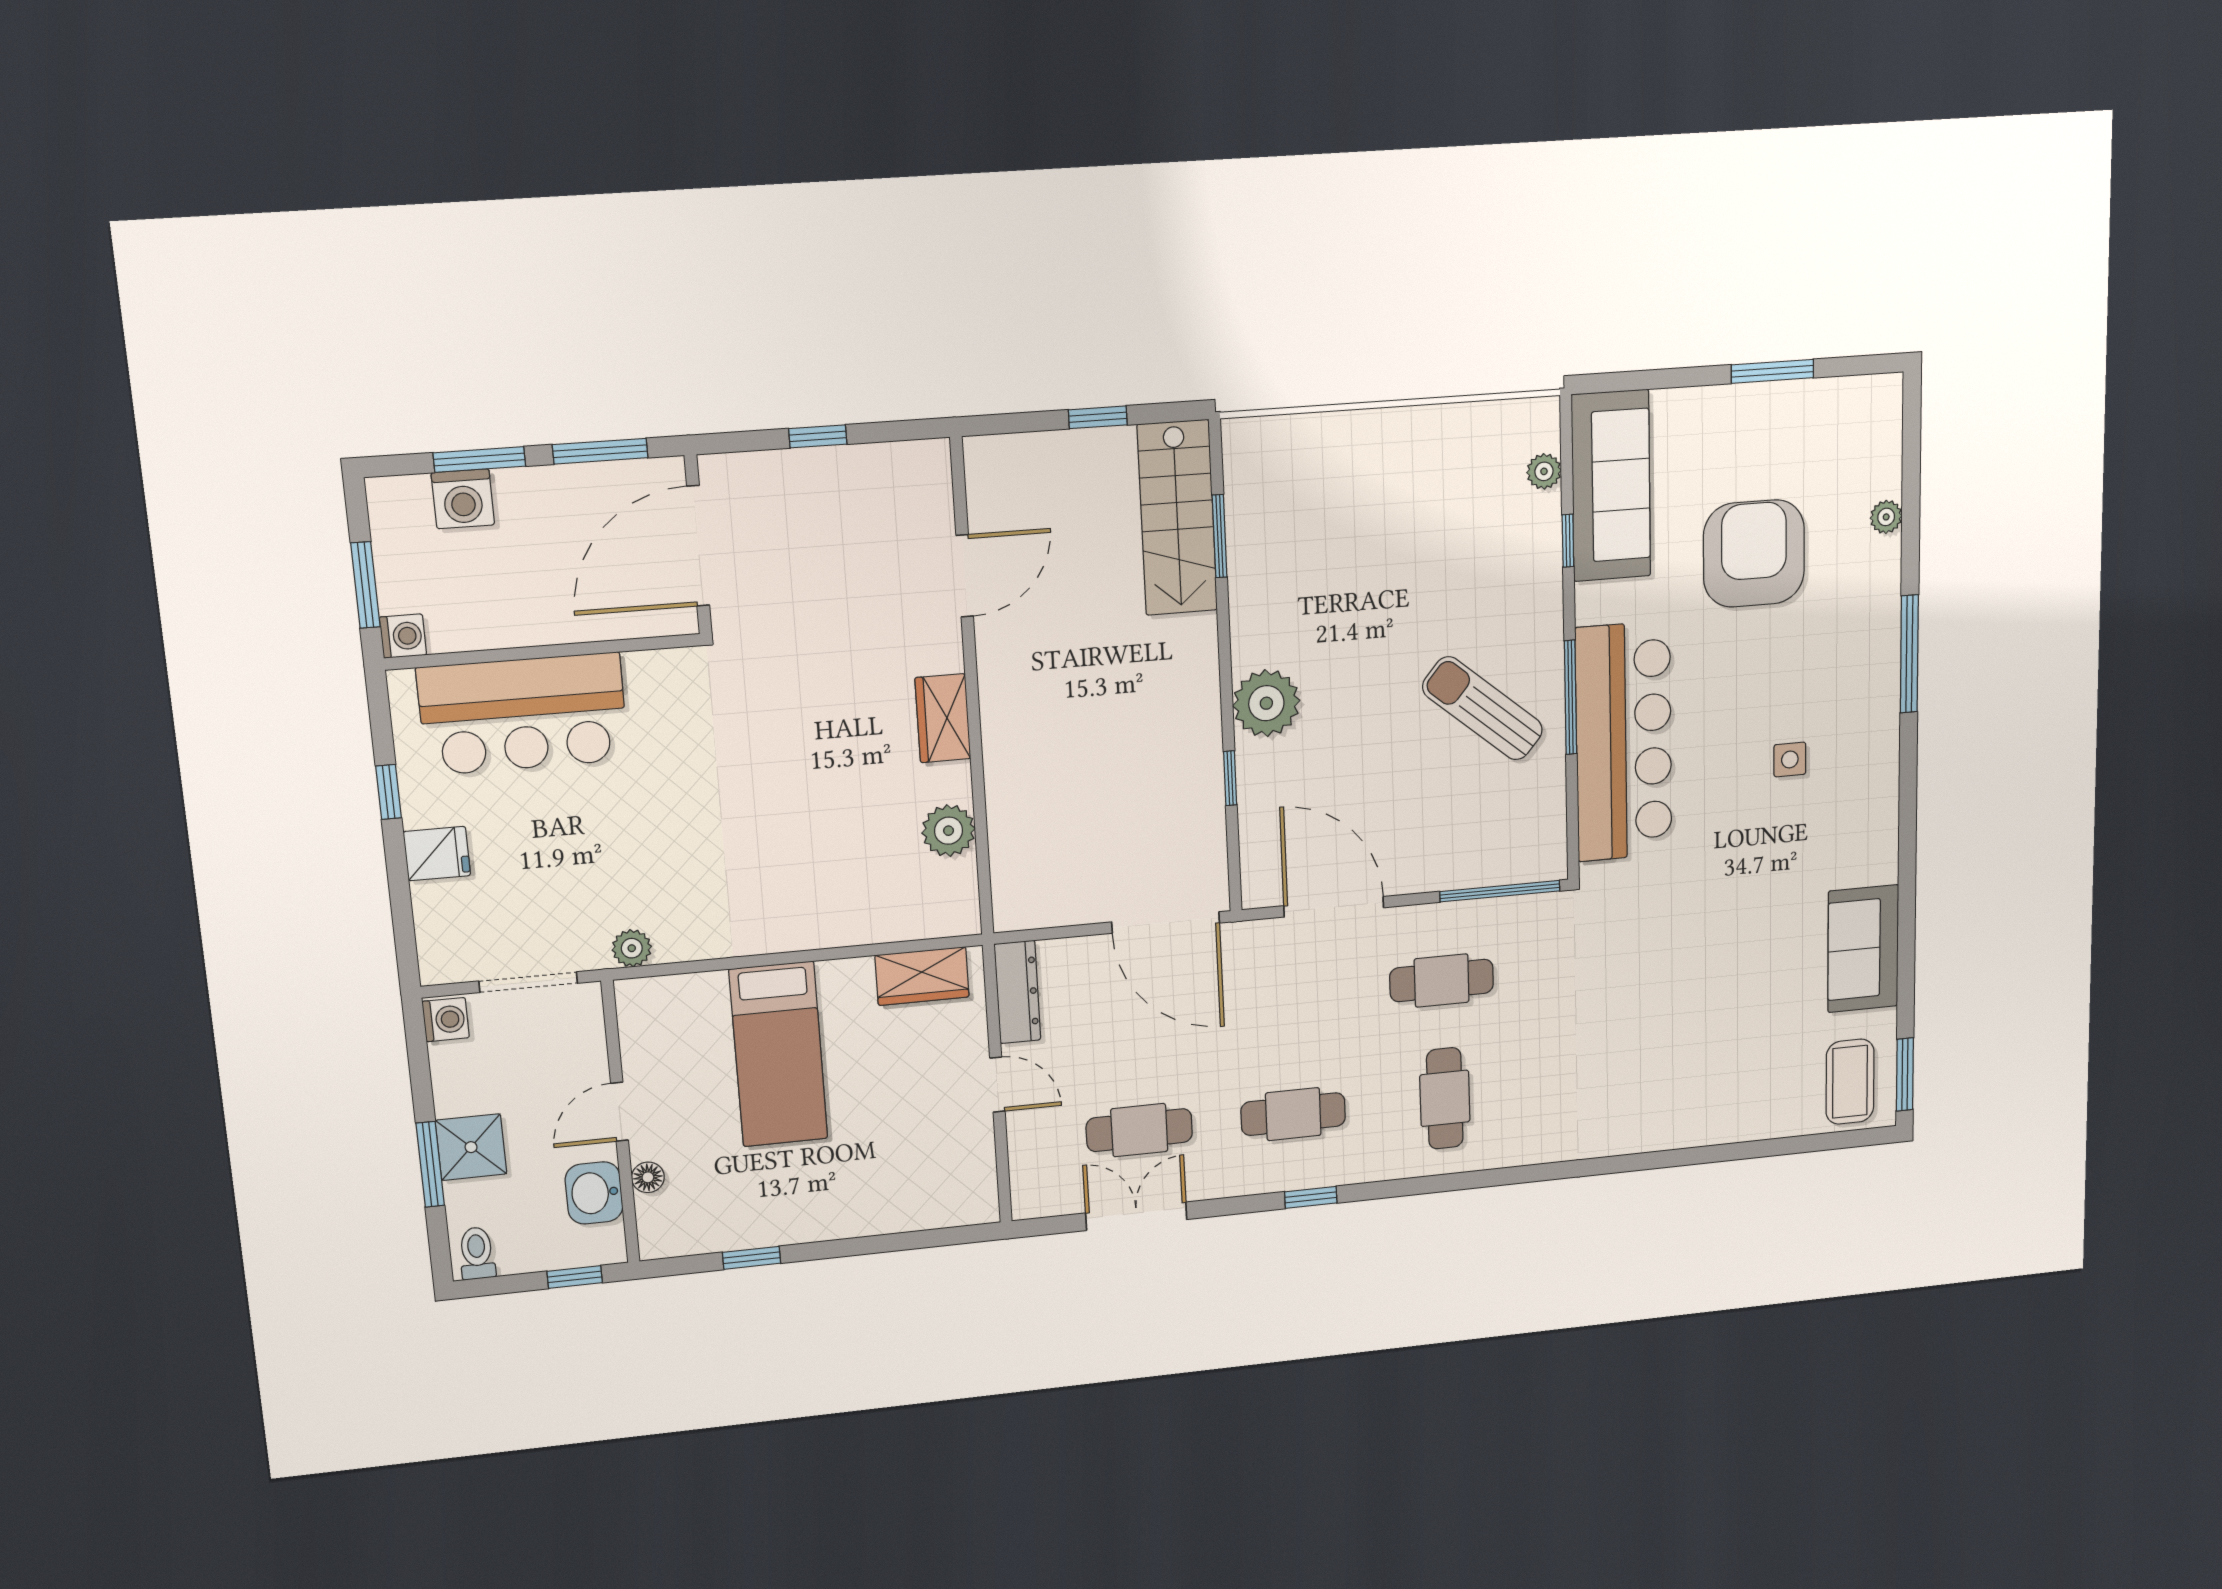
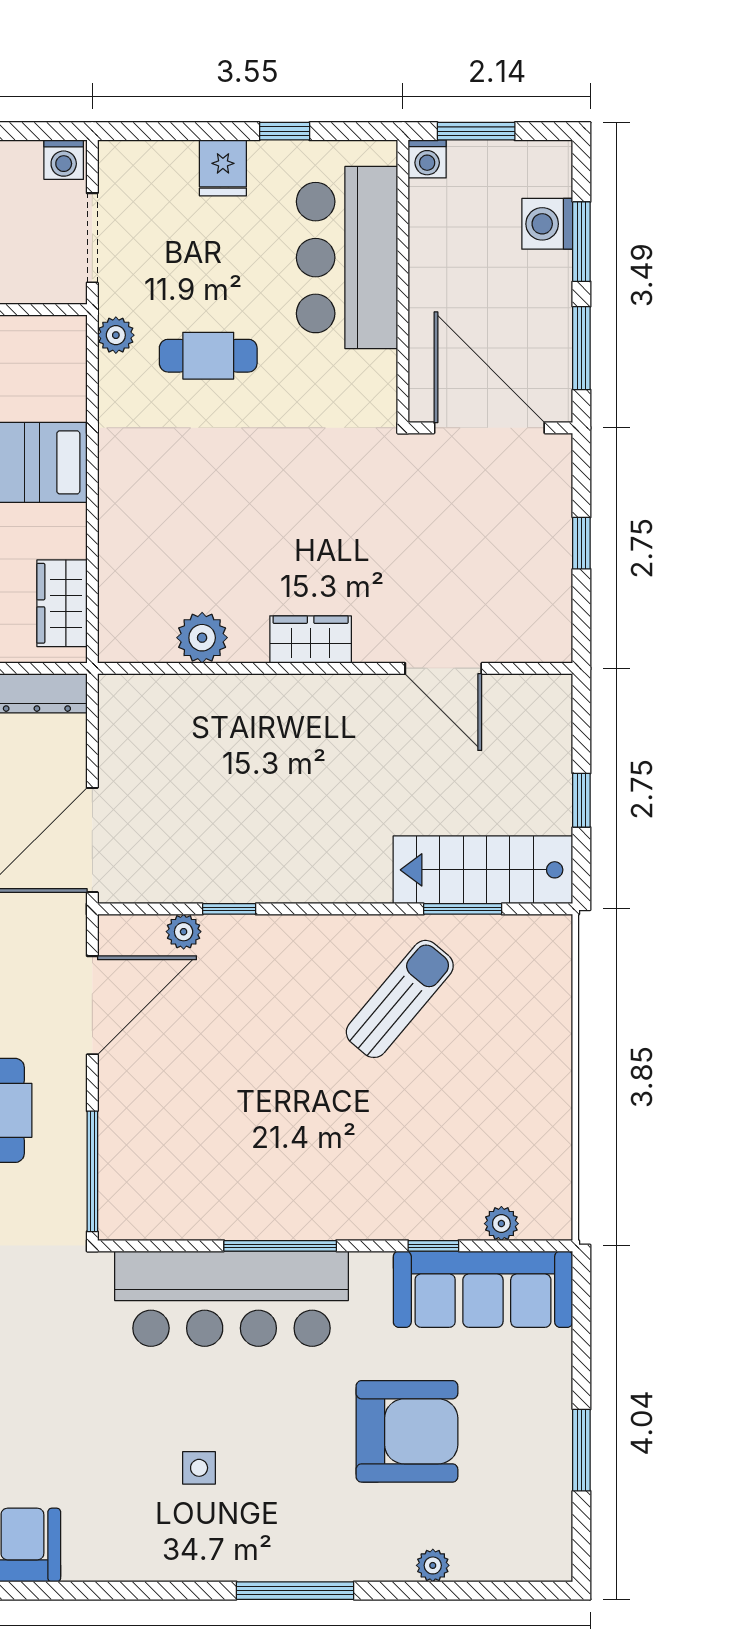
plant: (1266, 703) -> (184, 932), moved, width x0.53, depth x0.53
sun lounger: (1483, 708) -> (400, 999), moved
cafe table: (645, 851) -> (208, 356), added

